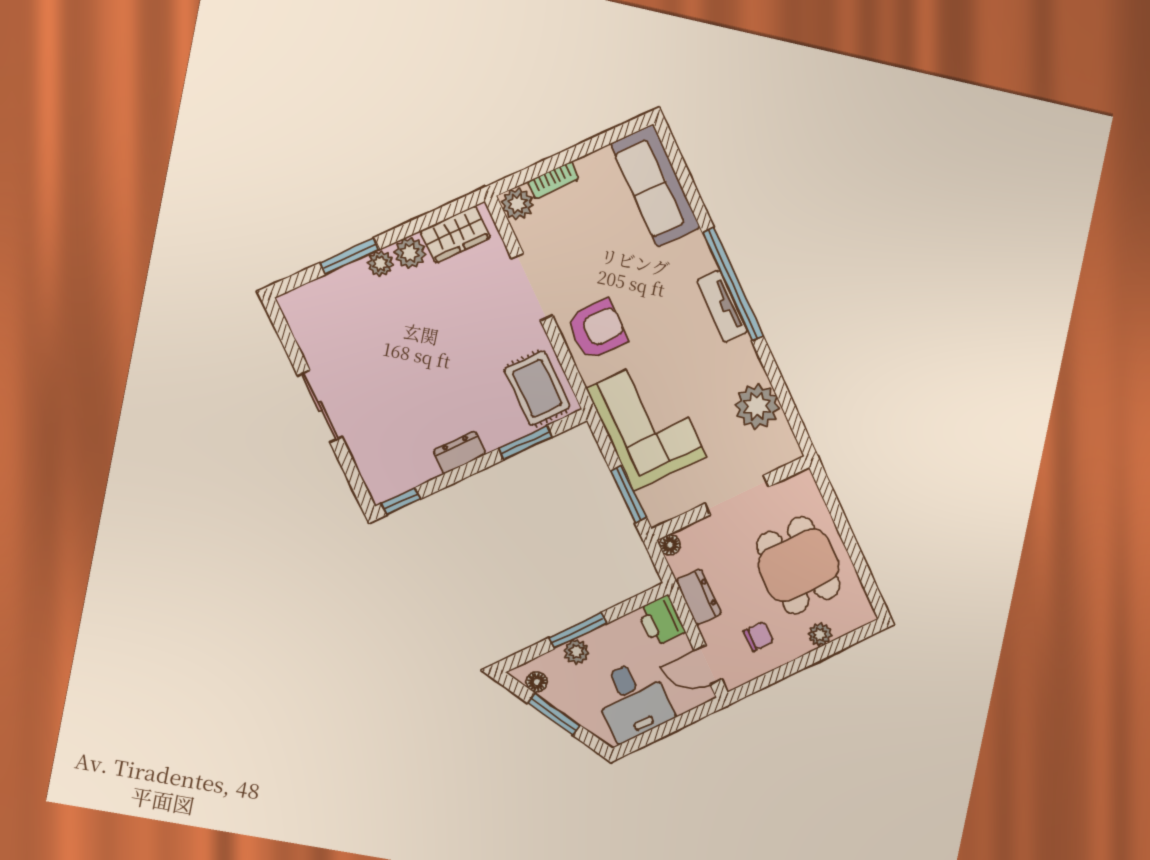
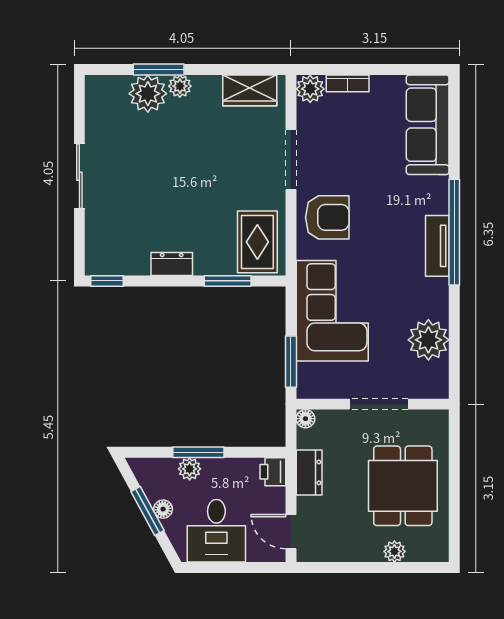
plant: (410, 253) -> (148, 94), moved, width x1.36, depth x1.36
printer: (661, 621) -> (273, 472), width x0.73, depth x0.81
chair: (759, 636) -> (343, 528), removed
floor lamp: (537, 682) -> (163, 509), moved

